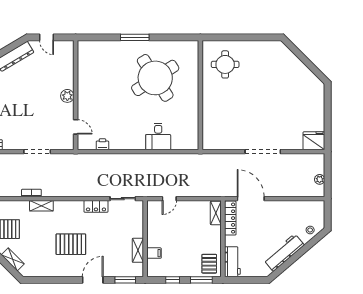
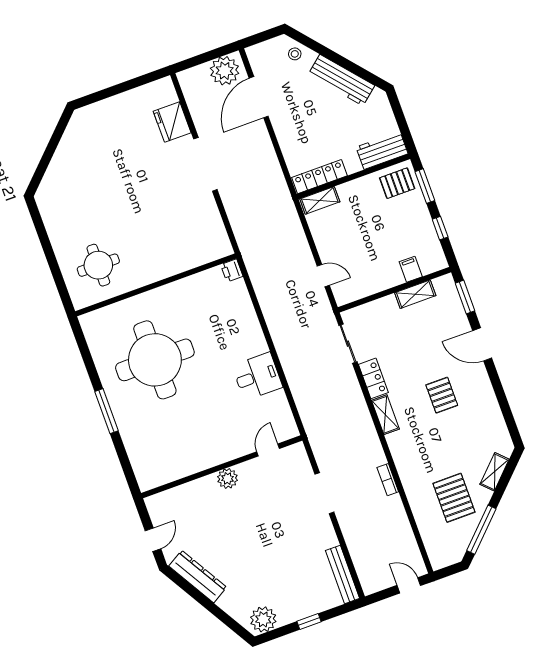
round table: (155, 78) -> (155, 360), turned 33
desk: (158, 136) -> (257, 376), moved
fridge: (314, 141) -> (172, 122), moved
printer: (102, 144) -> (232, 270), moved
plant: (320, 179) -> (225, 71), width x1.87, depth x1.87
door: (251, 199) -> (259, 97), moved
shelving: (41, 206) -> (385, 415), moved
pallet: (71, 244) -> (442, 395), width x0.67, depth x0.71

